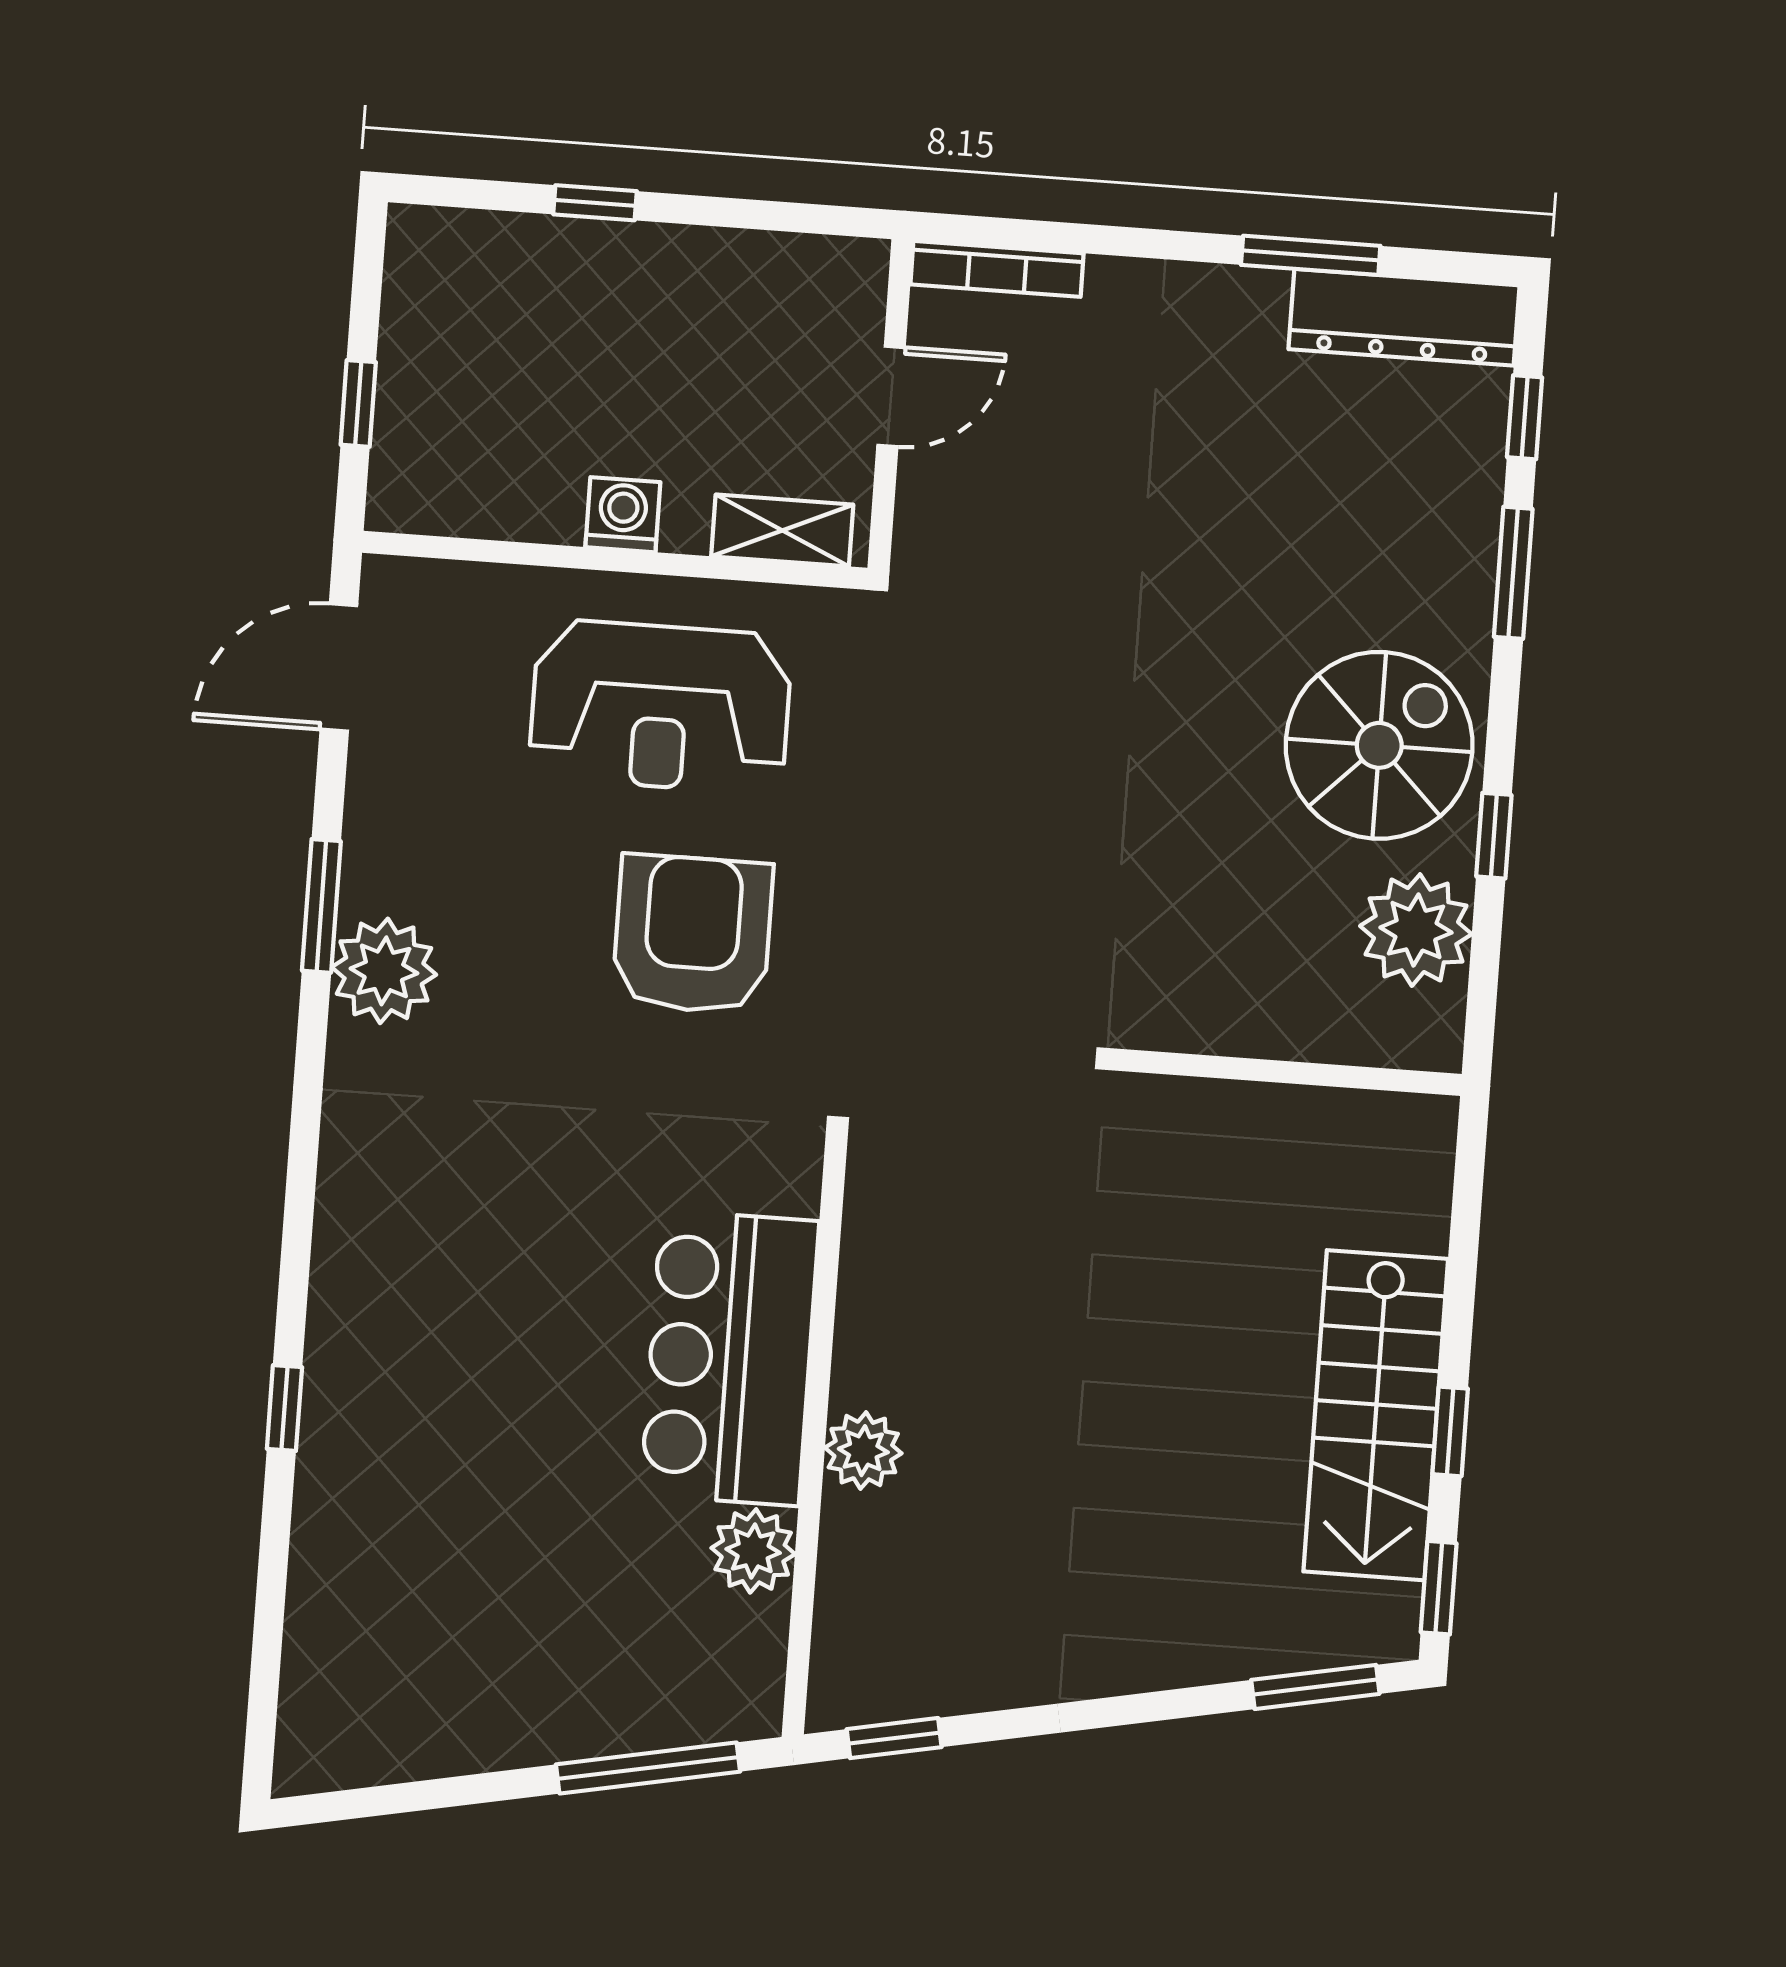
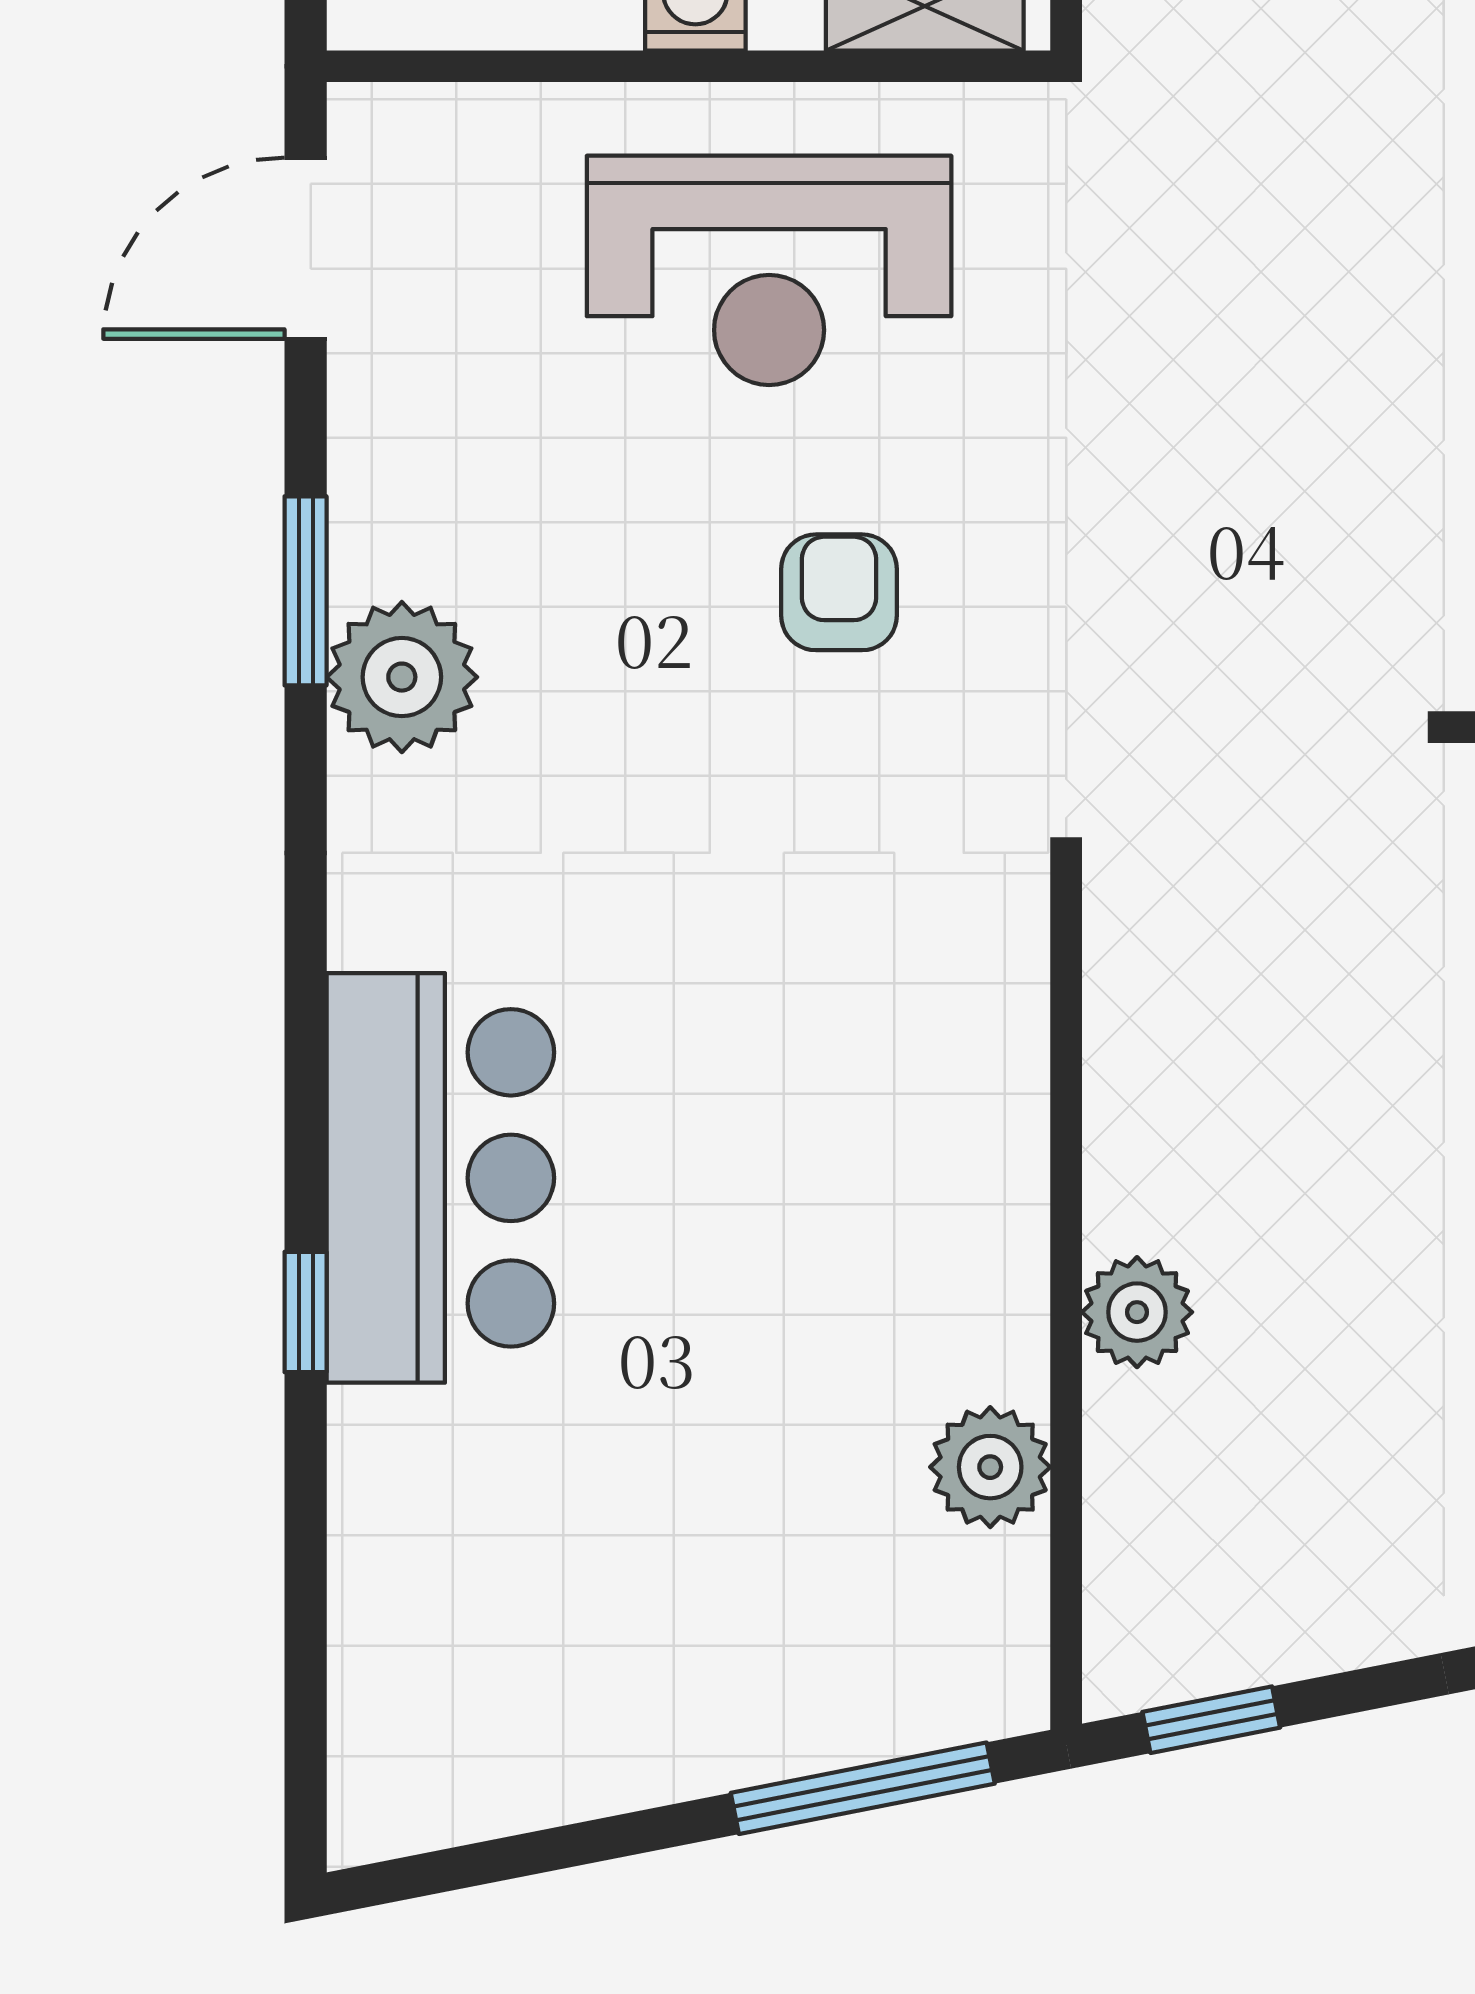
armchair: (693, 934) -> (839, 592), width x0.53, depth x0.53
bar counter: (730, 1358) -> (440, 1178), moved, turned 180

